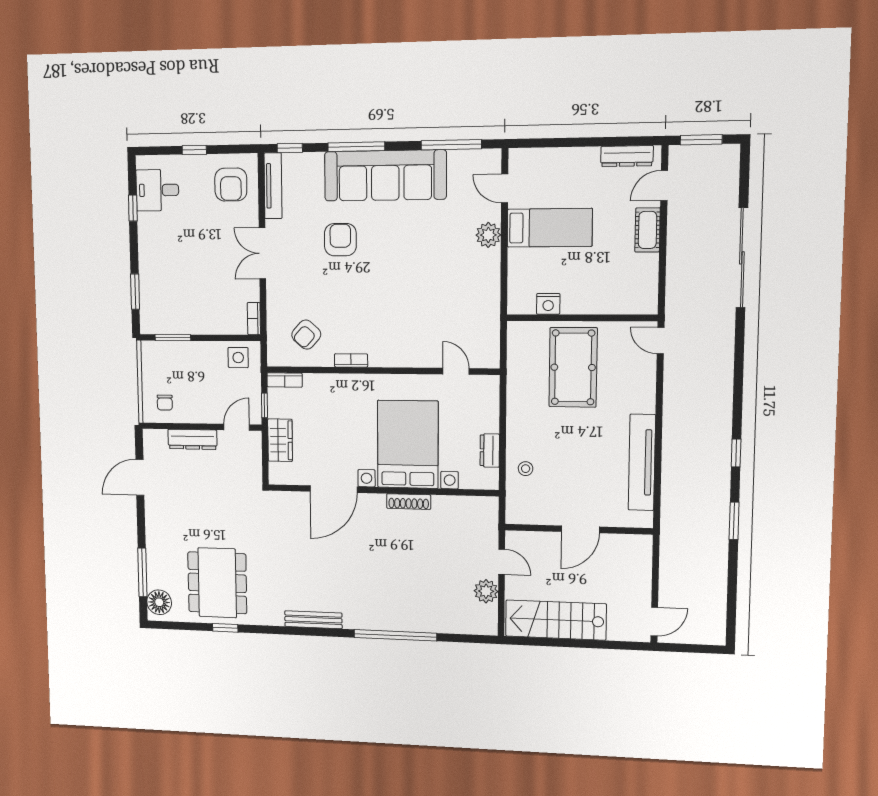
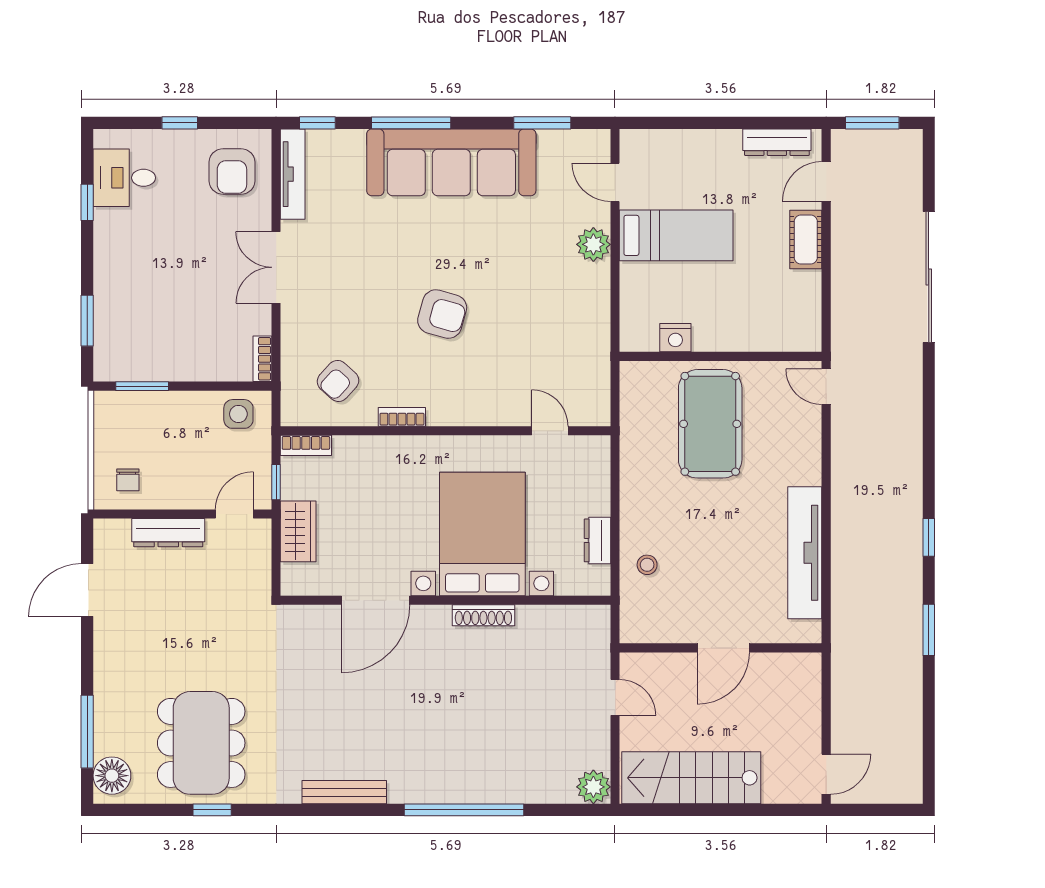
window: (451, 145) -> (542, 123), width x0.69
armchair: (340, 240) -> (442, 314), moved, turned 106
plant: (486, 591) -> (593, 787), moved

